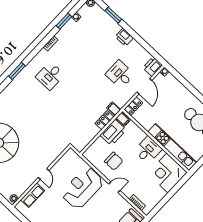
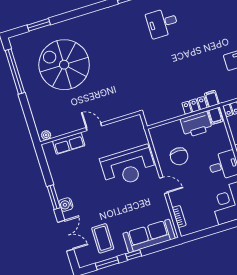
door: (44, 174) -> (94, 127), swing flipped
reception desk: (83, 188) -> (128, 166), turned 180

